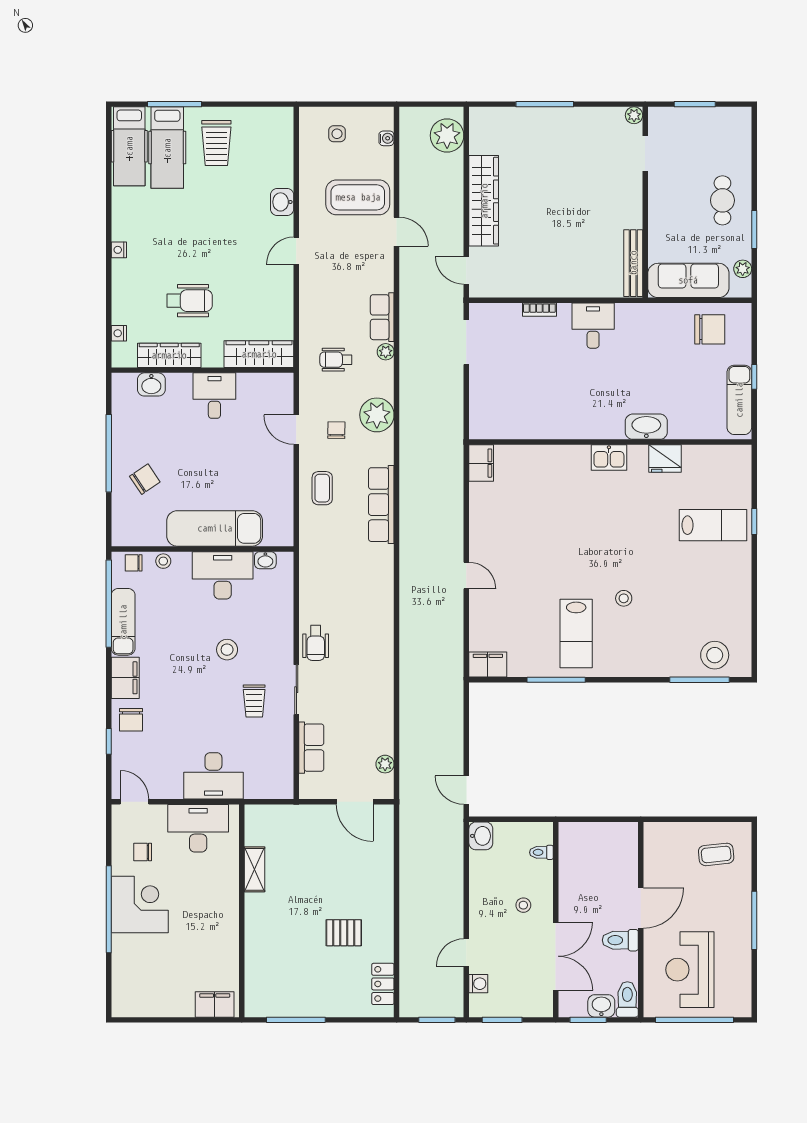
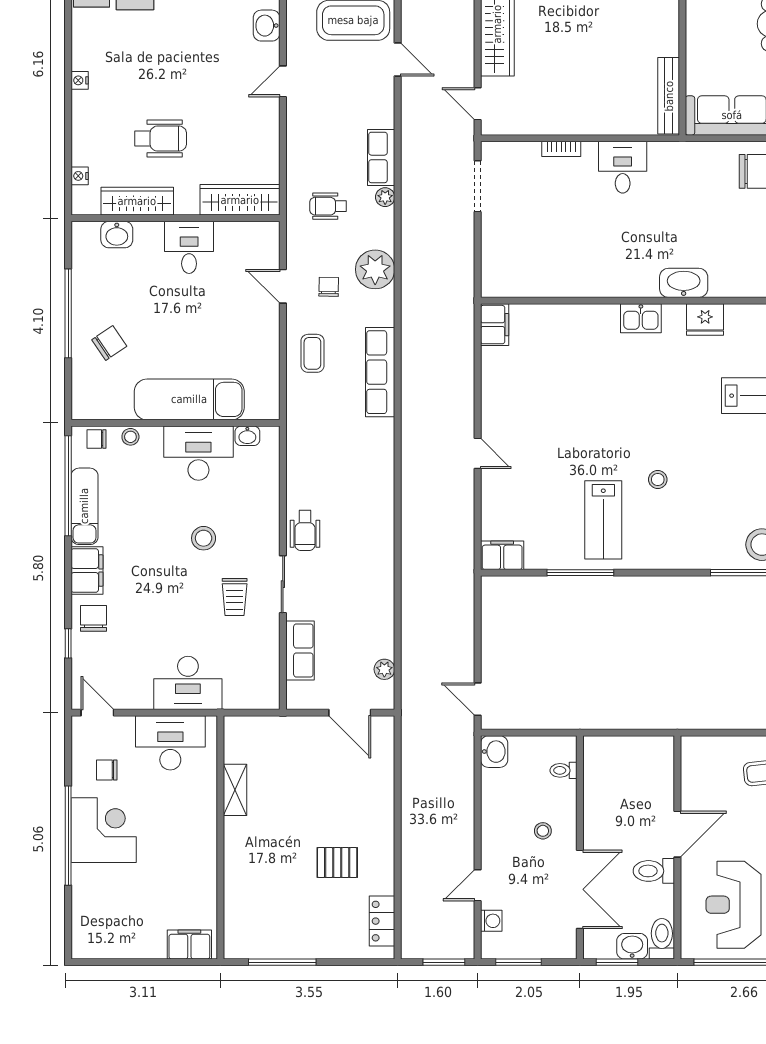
chair: (131, 720) -> (94, 618), turned 180

